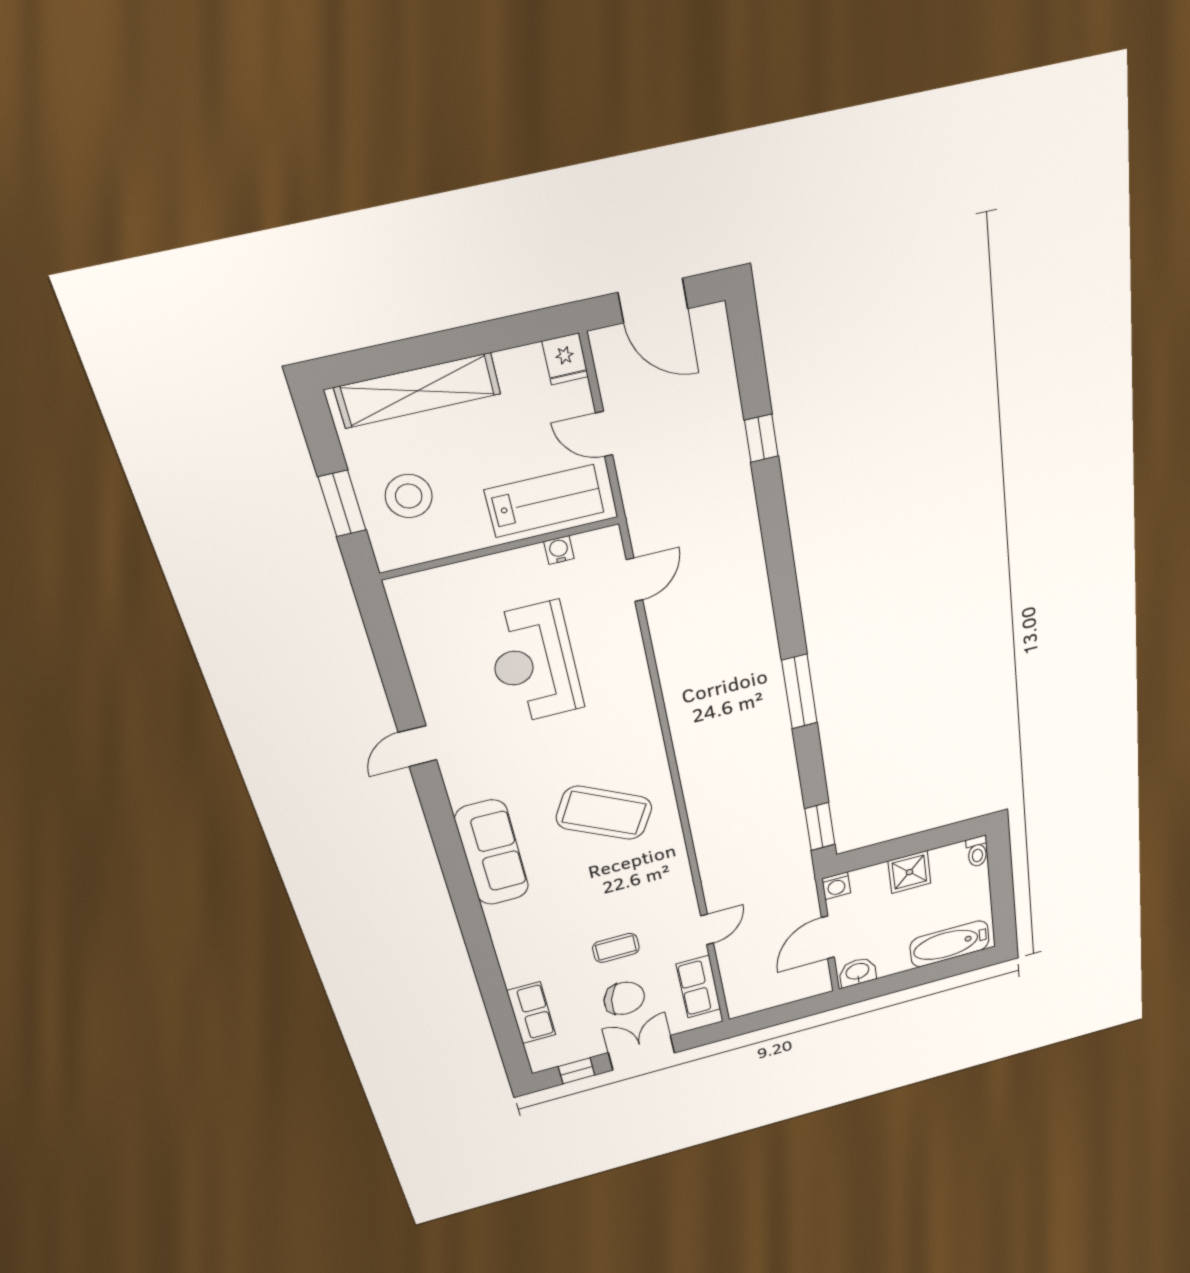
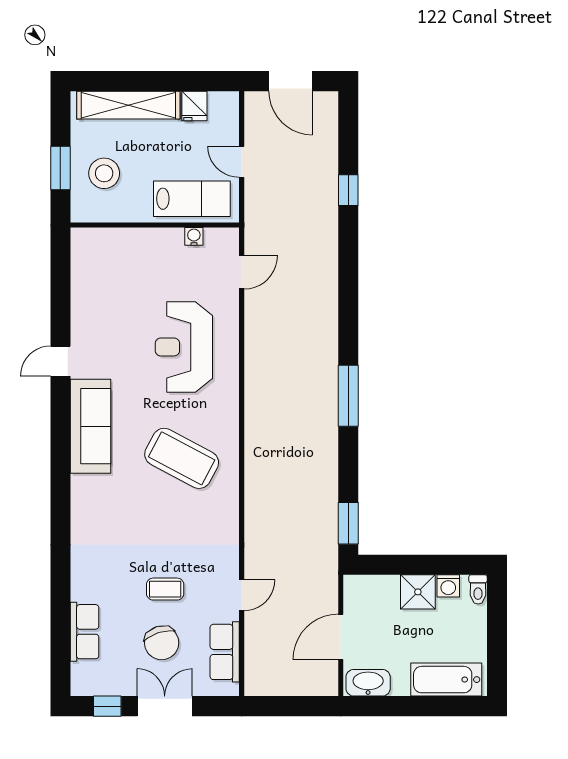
fridge: (565, 359) -> (194, 106), moved
reception desk: (534, 663) -> (184, 347), moved
sofa: (492, 853) -> (90, 426), moved
washing machine: (836, 886) -> (448, 586), moved
washbasin: (858, 972) -> (368, 683), width x1.38
chair: (624, 998) -> (162, 643), turned 59

